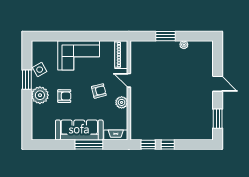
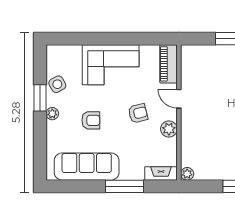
plant: (40, 95) -> (52, 114), width x0.53, depth x0.53
sofa: (79, 130) -> (87, 167), moved
plant: (135, 135) -> (187, 174), added
window: (148, 145) -> (205, 186), removed

